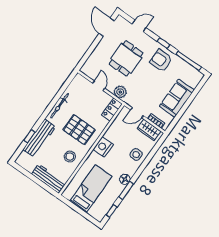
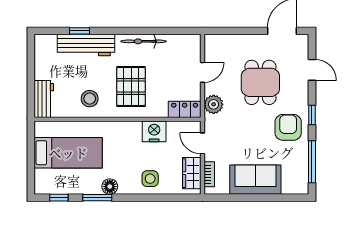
dining table: (126, 58) -> (260, 82), turned 90
nightstand: (103, 147) -> (154, 131), moved
workbench: (49, 179) -> (44, 99), width x0.73

